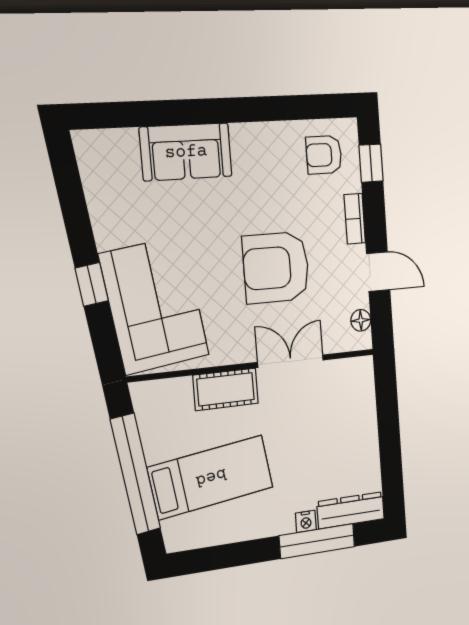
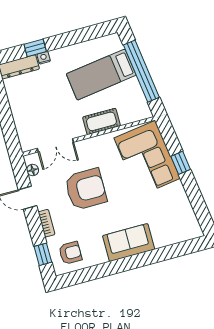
sofa: (186, 152) -> (129, 243), moved
double door: (291, 361) -> (55, 145), moved
window: (317, 541) -> (35, 48), width x0.46

